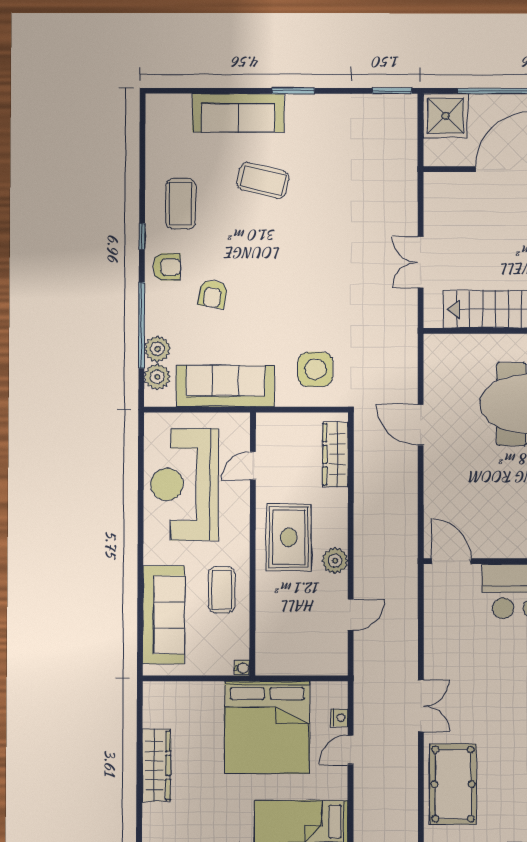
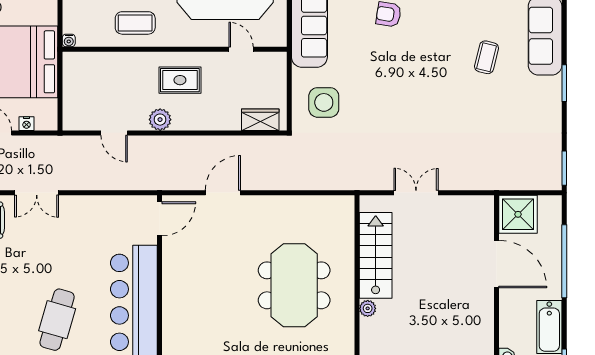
shower: (446, 116) -> (518, 214), moved
coffee table: (263, 180) -> (487, 57), width x0.73, depth x0.77
door: (421, 425) -> (223, 193), moved
wardrobe: (335, 454) -> (260, 120), width x0.67
rug: (289, 537) -> (180, 80), width x0.73, depth x0.70

